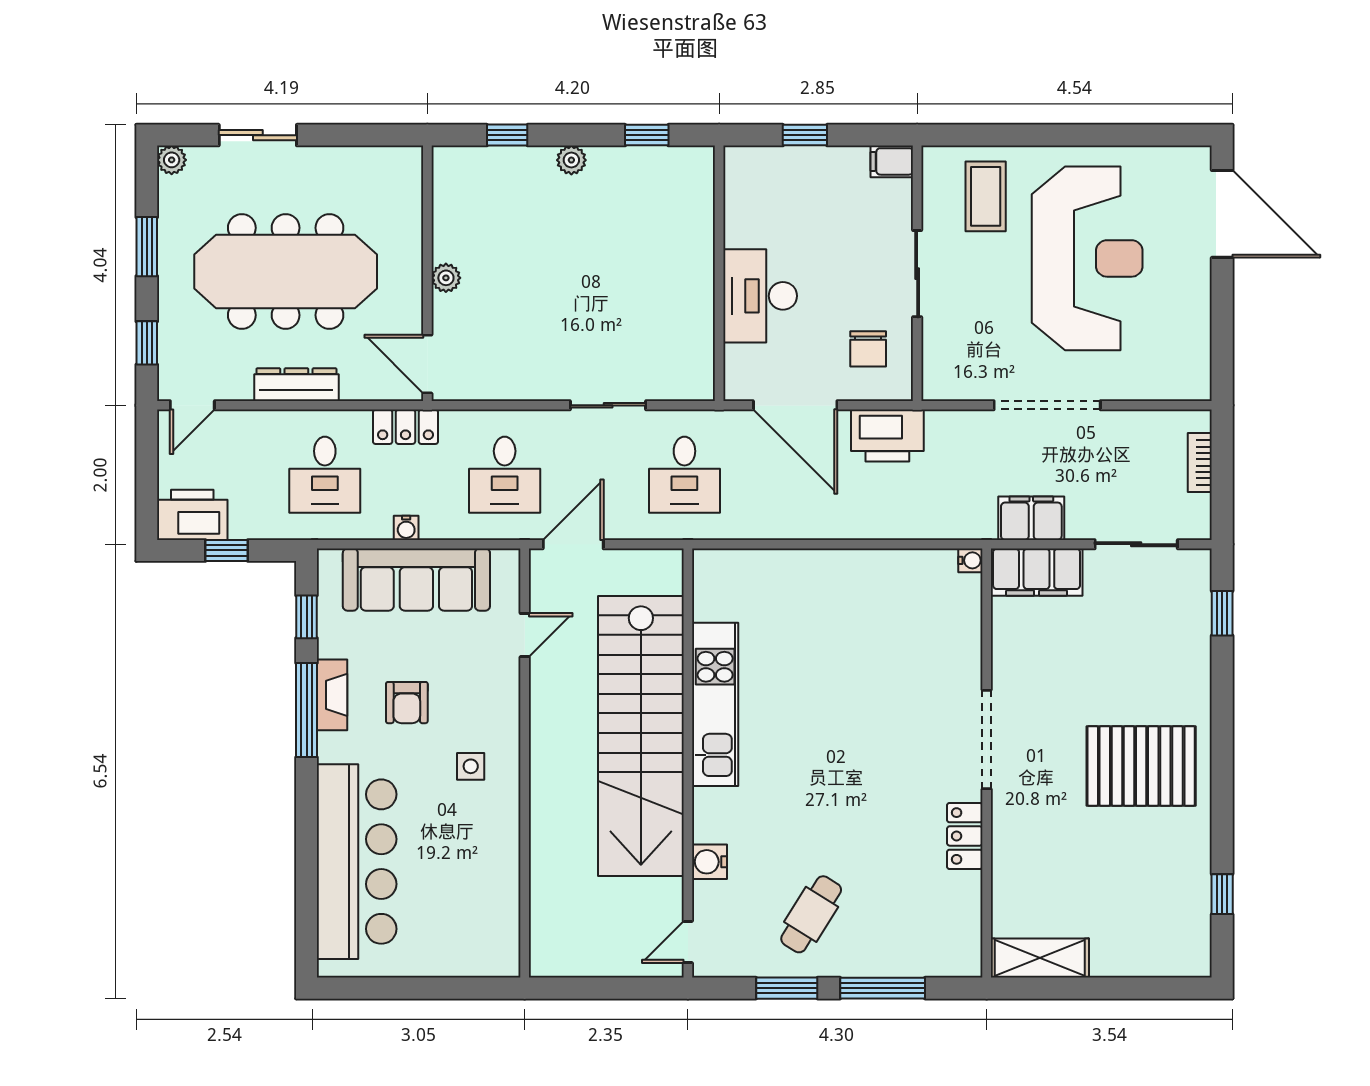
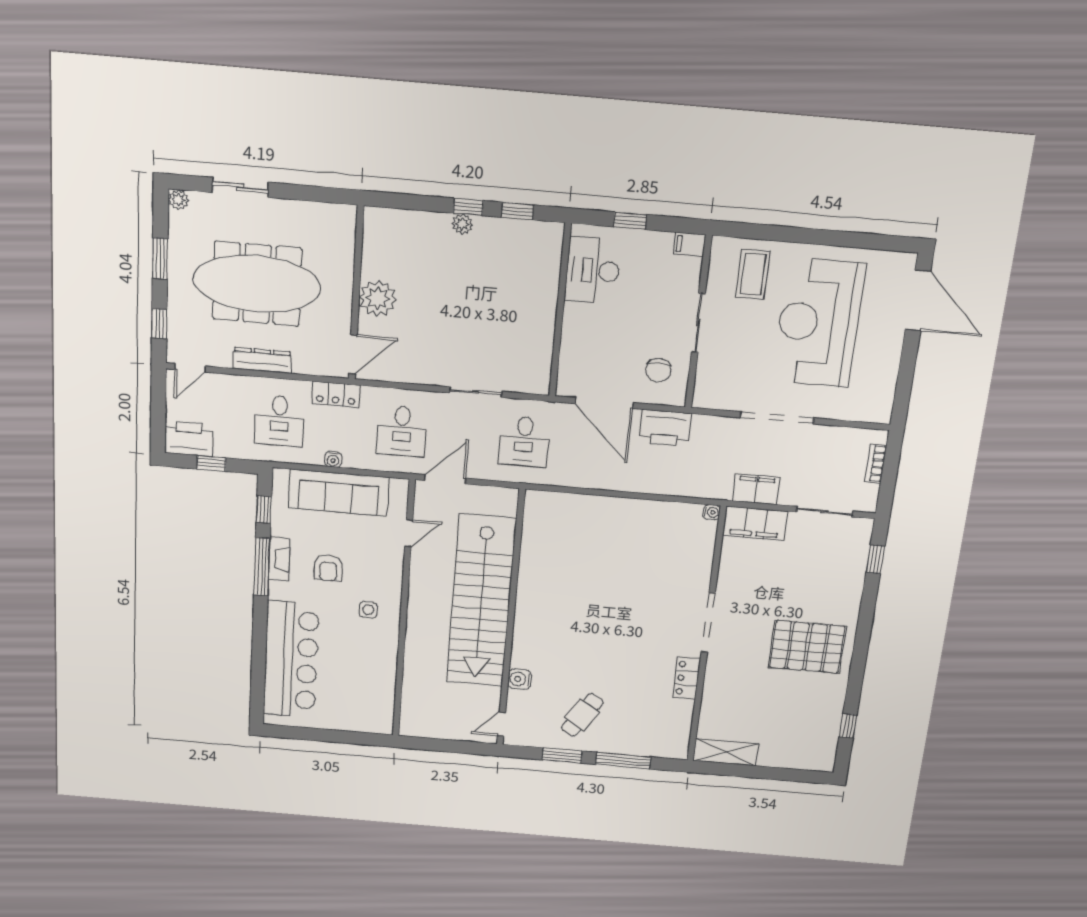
window: (507, 135) -> (468, 207), moved
reception desk: (1087, 258) -> (819, 323), turned 180
plant: (446, 278) -> (378, 298), width x1.88, depth x1.88
desk: (760, 296) -> (593, 270), moved
door: (427, 364) -> (353, 354), swing flipped
kitchen unit: (715, 704) -> (532, 586), removed

